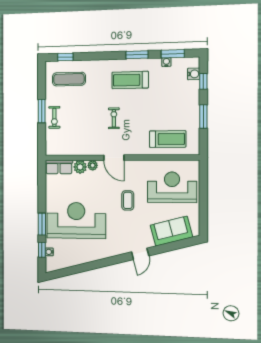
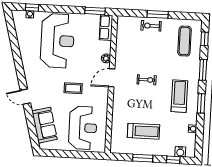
window: (173, 54) -> (203, 70), moved
treadmill: (168, 139) -> (143, 131), moved, turned -90
plant: (80, 167) -> (105, 47), removed
window: (42, 224) -> (95, 11), moved

